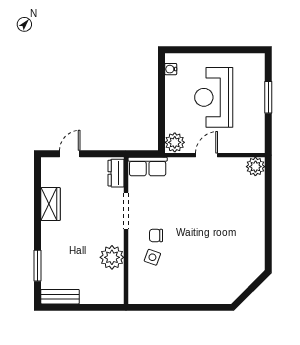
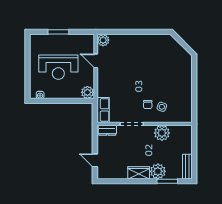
door: (206, 155) -> (96, 61), moved
wardrobe: (50, 204) -> (139, 173), moved
plant: (53, 251) -> (158, 171), added

